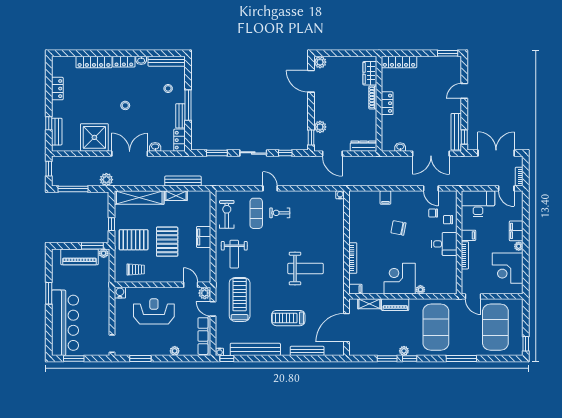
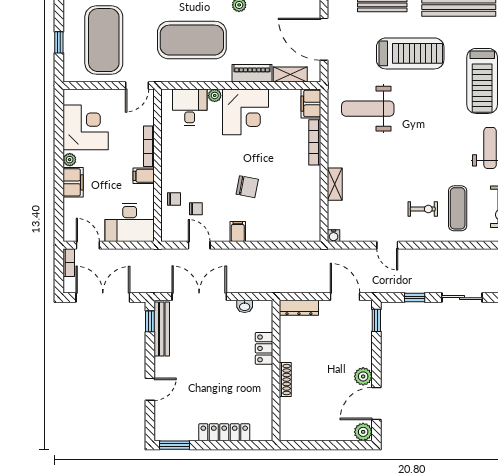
locker: (399, 62) -> (224, 432), moved
wardrobe: (370, 73) -> (290, 415), removed
door: (311, 81) -> (376, 404), swing flipped
locker: (387, 103) -> (264, 348), moved
plant: (320, 127) -> (363, 376), moved
double door: (496, 153) -> (103, 298), swing flipped
door: (270, 188) -> (387, 245), moved
filing cabinet: (385, 198) -> (238, 232), moved
shelving: (339, 230) -> (335, 184), added
desk: (444, 244) -> (190, 107), moved, turned 90
weight bench: (306, 269) -> (368, 109), moved
filing cabinet: (355, 289) -> (311, 104), width x2.00
door: (473, 296) -> (137, 86), swing flipped
treadmill: (288, 318) -> (410, 53), width x1.37, depth x1.37
exercise mat: (436, 327) -> (192, 40), turned 90
door: (346, 328) -> (324, 39), swing flipped
window: (526, 344) -> (59, 42), moved

